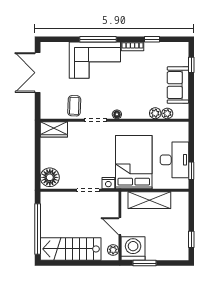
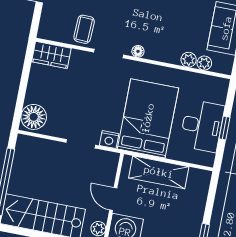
window: (191, 171) -> (224, 128), moved

